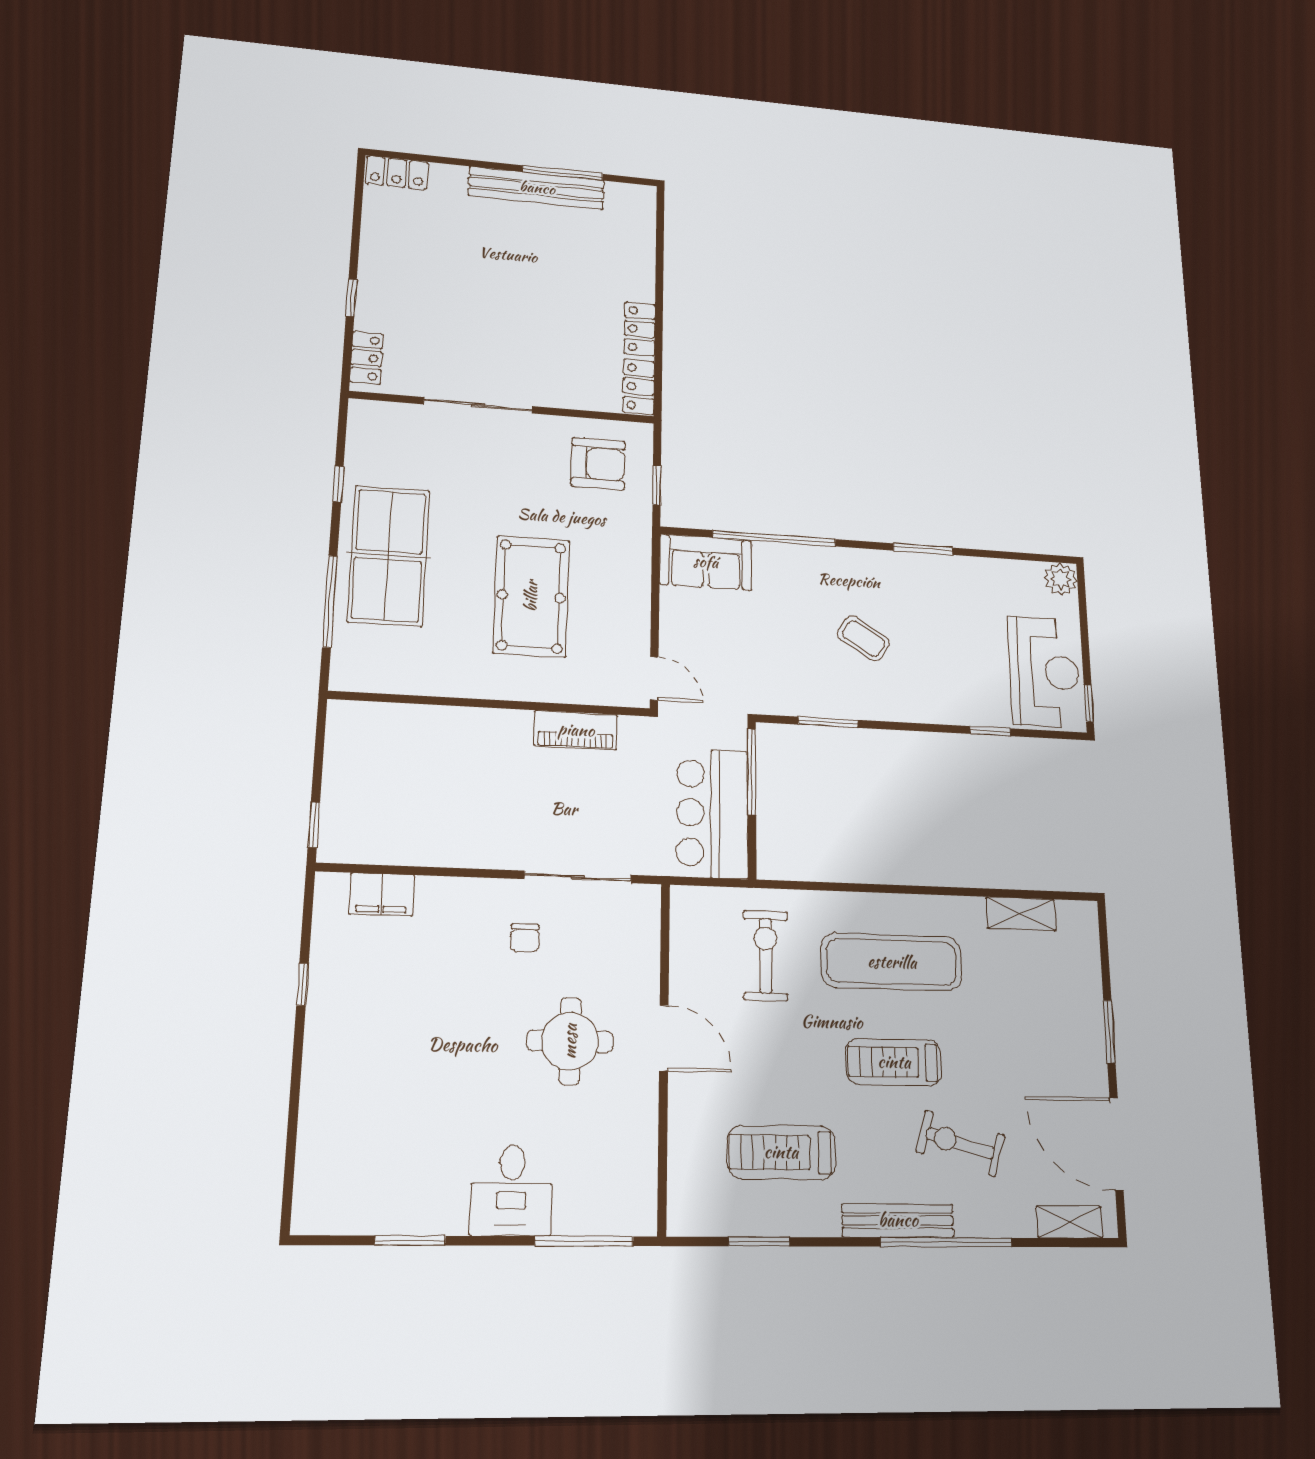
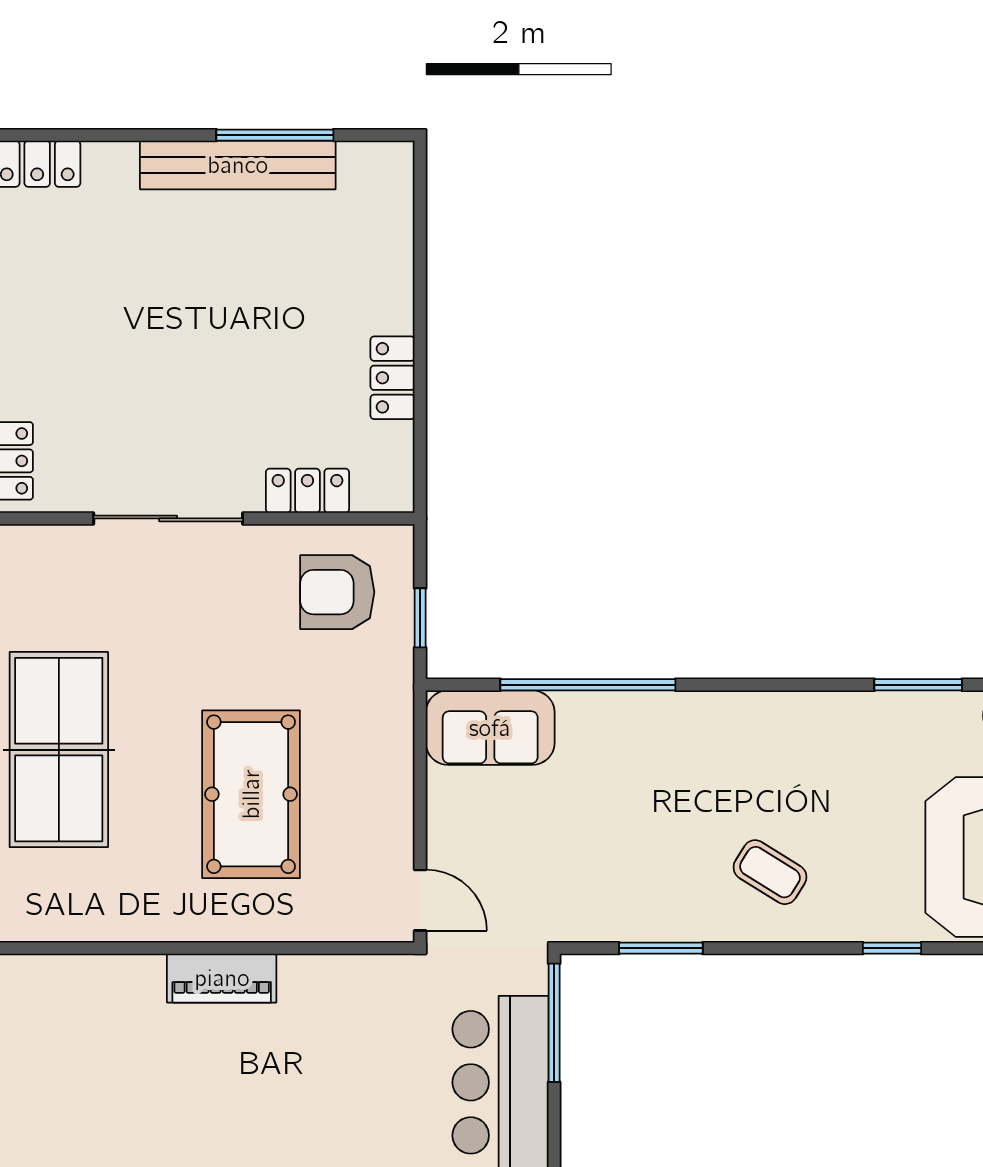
locker: (639, 387) -> (307, 491), moved, turned 90
armchair: (598, 464) -> (337, 592), turned 180
window: (923, 549) -> (918, 685), moved
coffee table: (863, 638) -> (770, 872), moved
piano: (576, 730) -> (222, 978), moved

